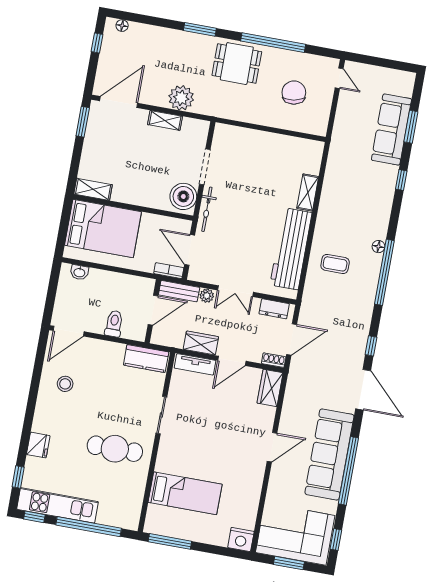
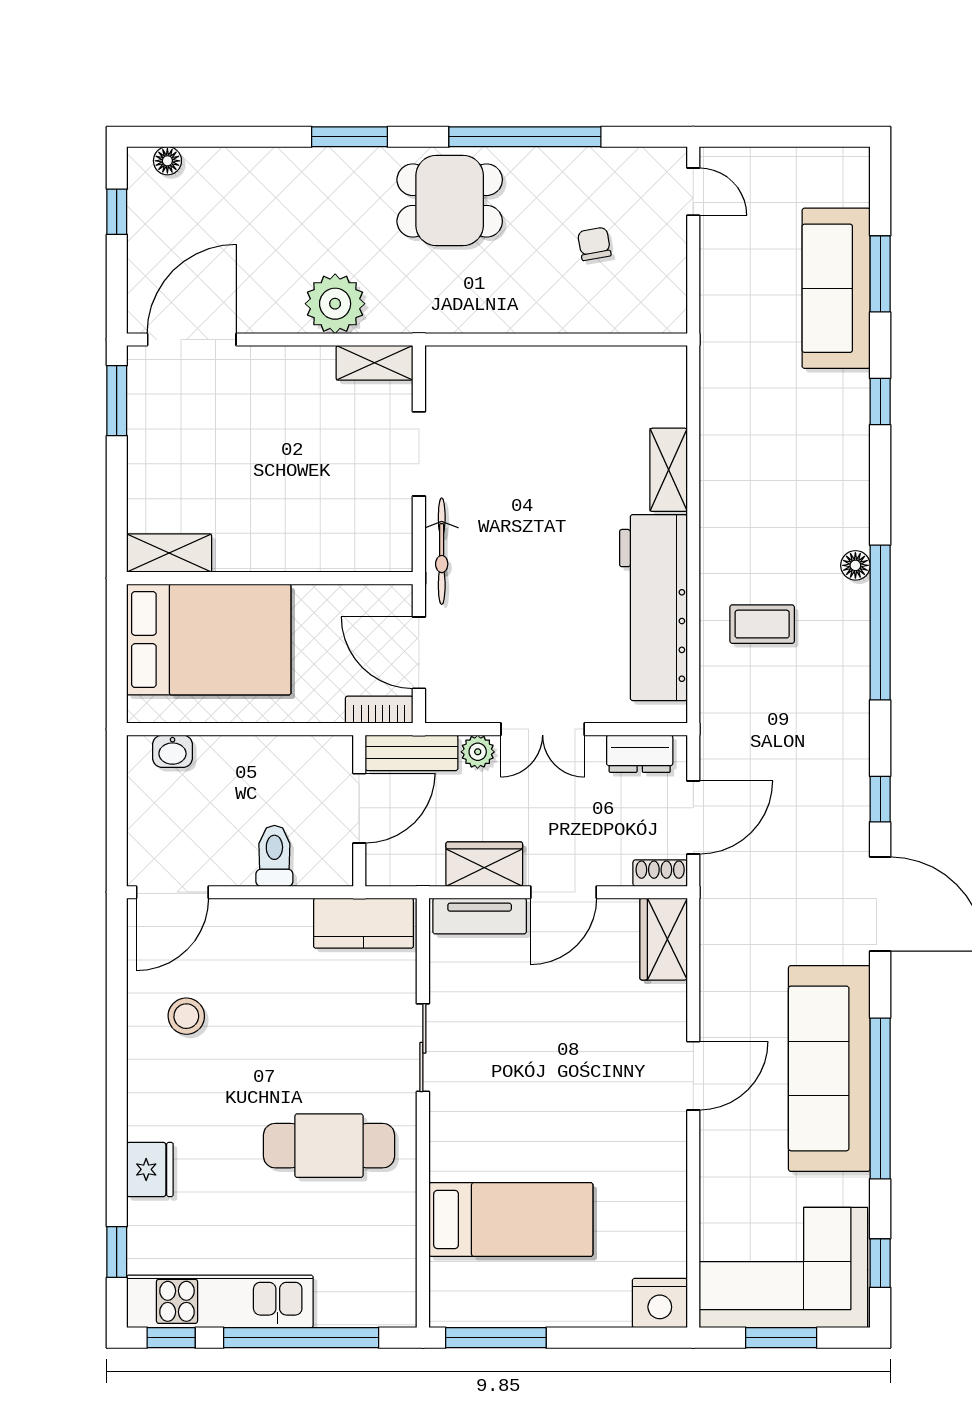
chair: (294, 93) -> (594, 244), width x0.54, depth x0.54
shelving: (165, 120) -> (374, 363), moved
boiler: (183, 196) -> (382, 531), removed

